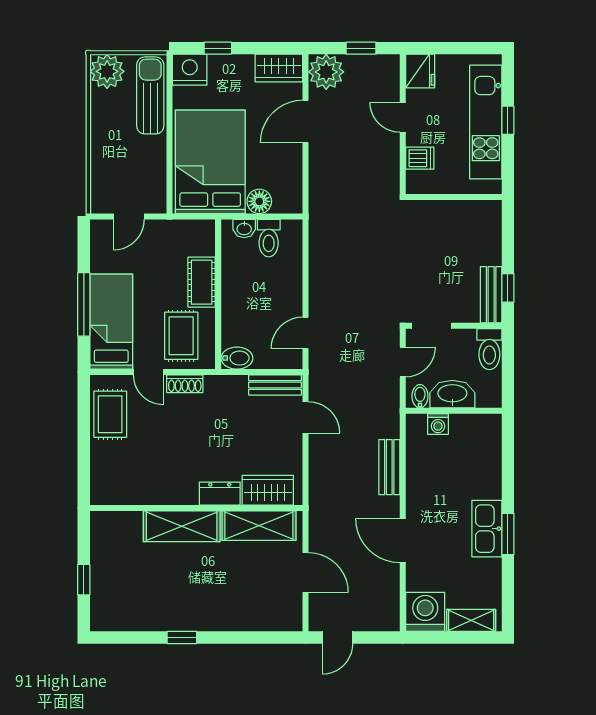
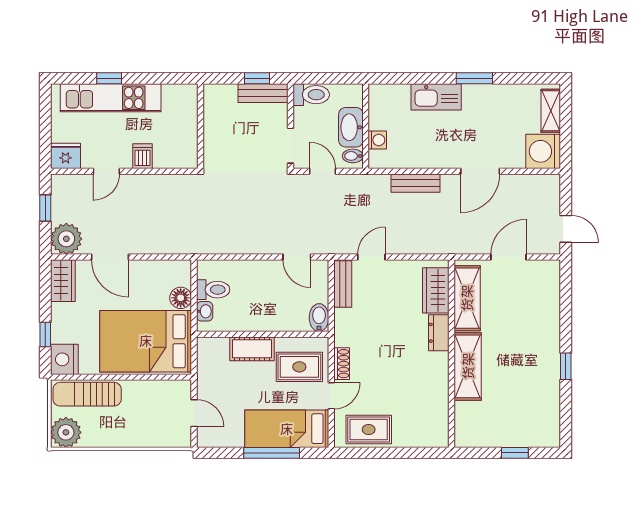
wall: (454, 197) -> (200, 126), moved
kitchen sink: (487, 529) -> (436, 97), moved

